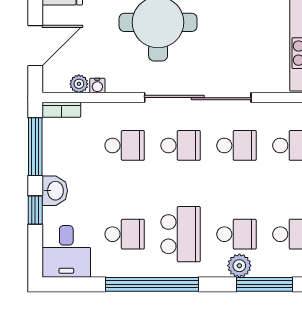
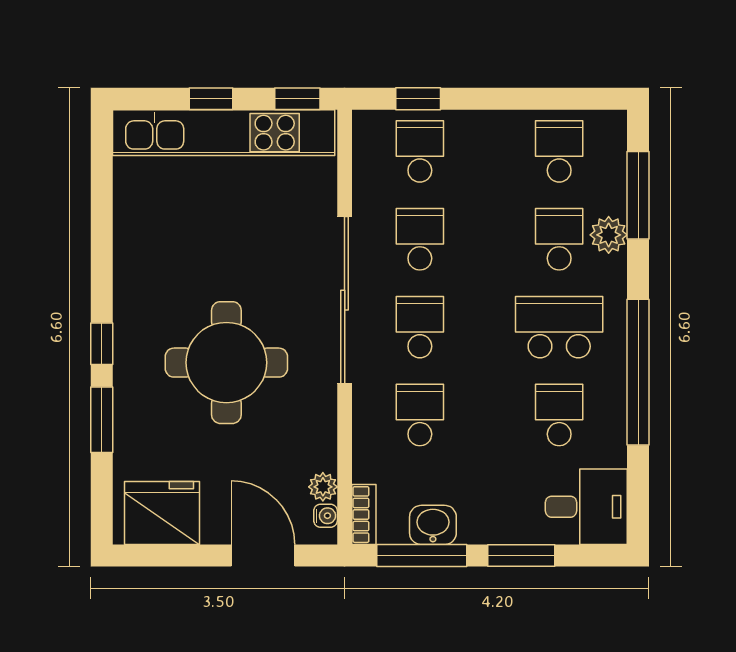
water cooler: (97, 85) -> (326, 516), moved
washbasin: (55, 191) -> (433, 525), moved
window: (35, 210) -> (521, 556), width x1.50

